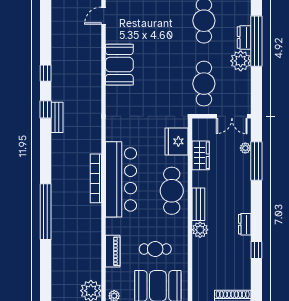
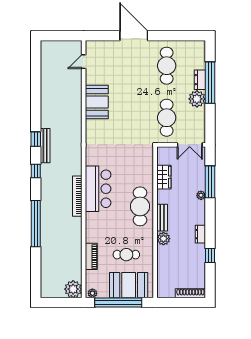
window: (46, 73) -> (36, 171), moved
bench: (57, 117) -> (45, 146), width x1.36
fridge: (176, 141) -> (144, 166), removed
plant: (245, 148) -> (201, 195), moved
bar counter: (121, 179) -> (98, 189), width x0.73

